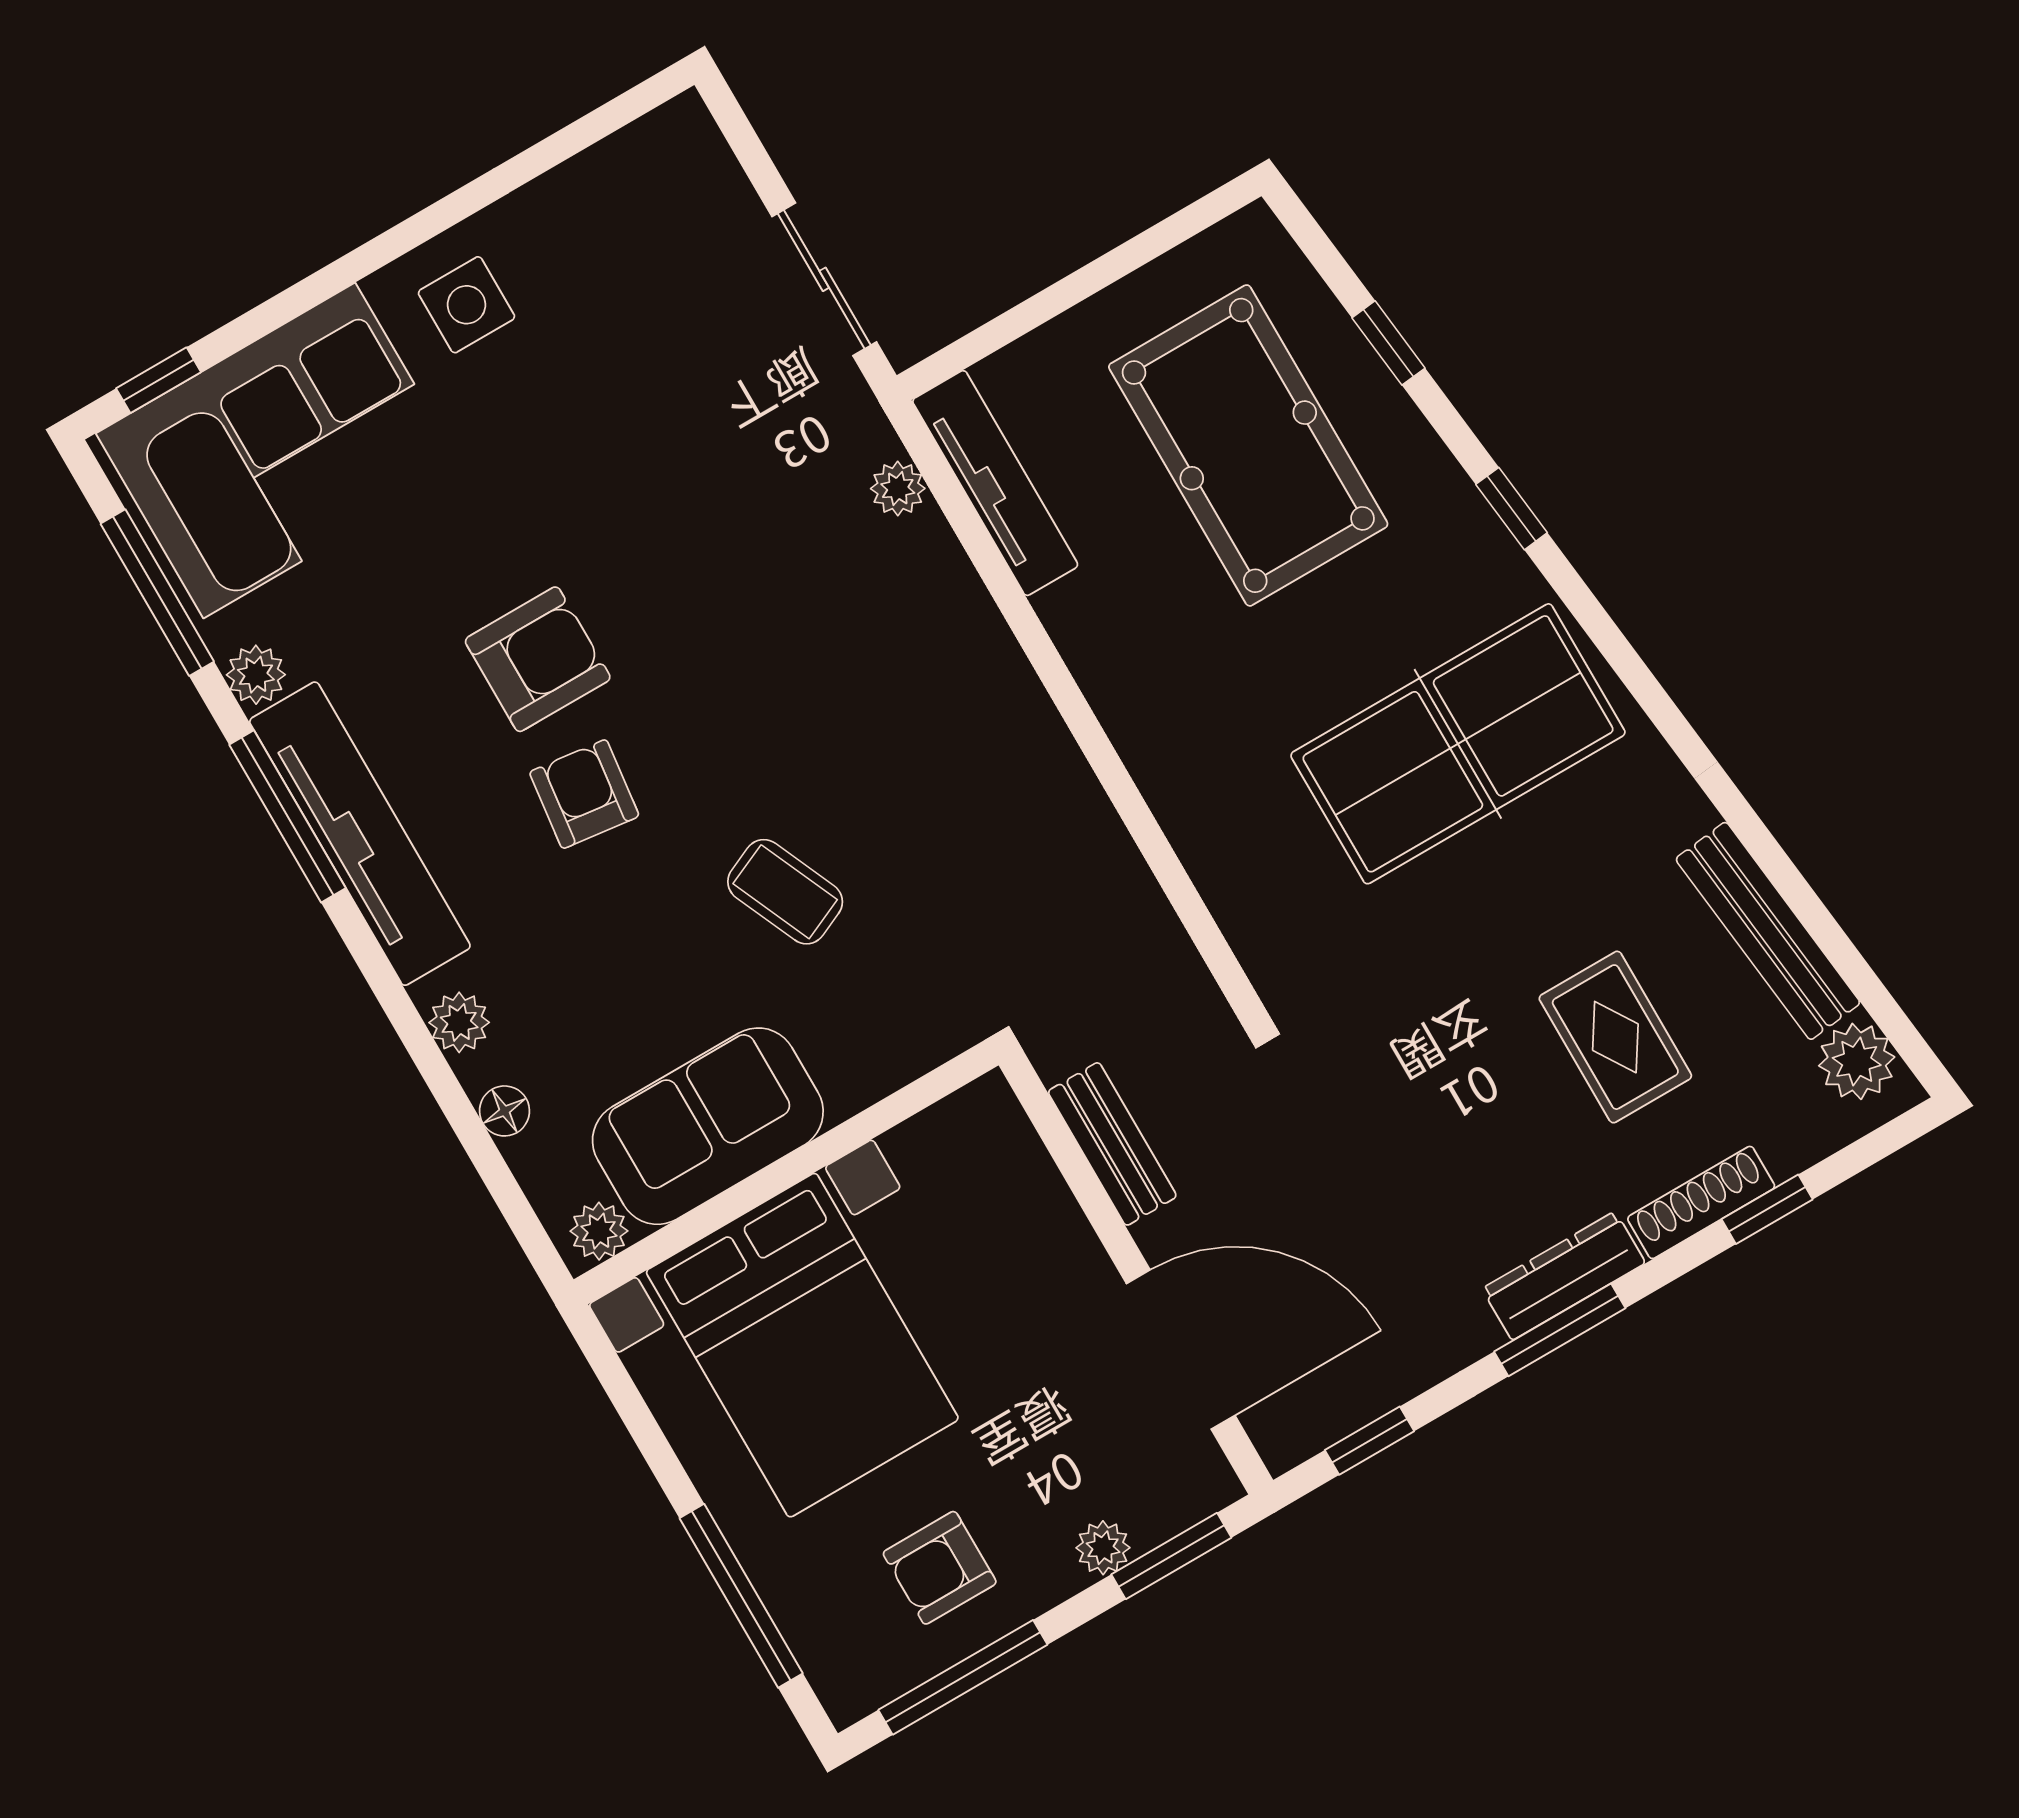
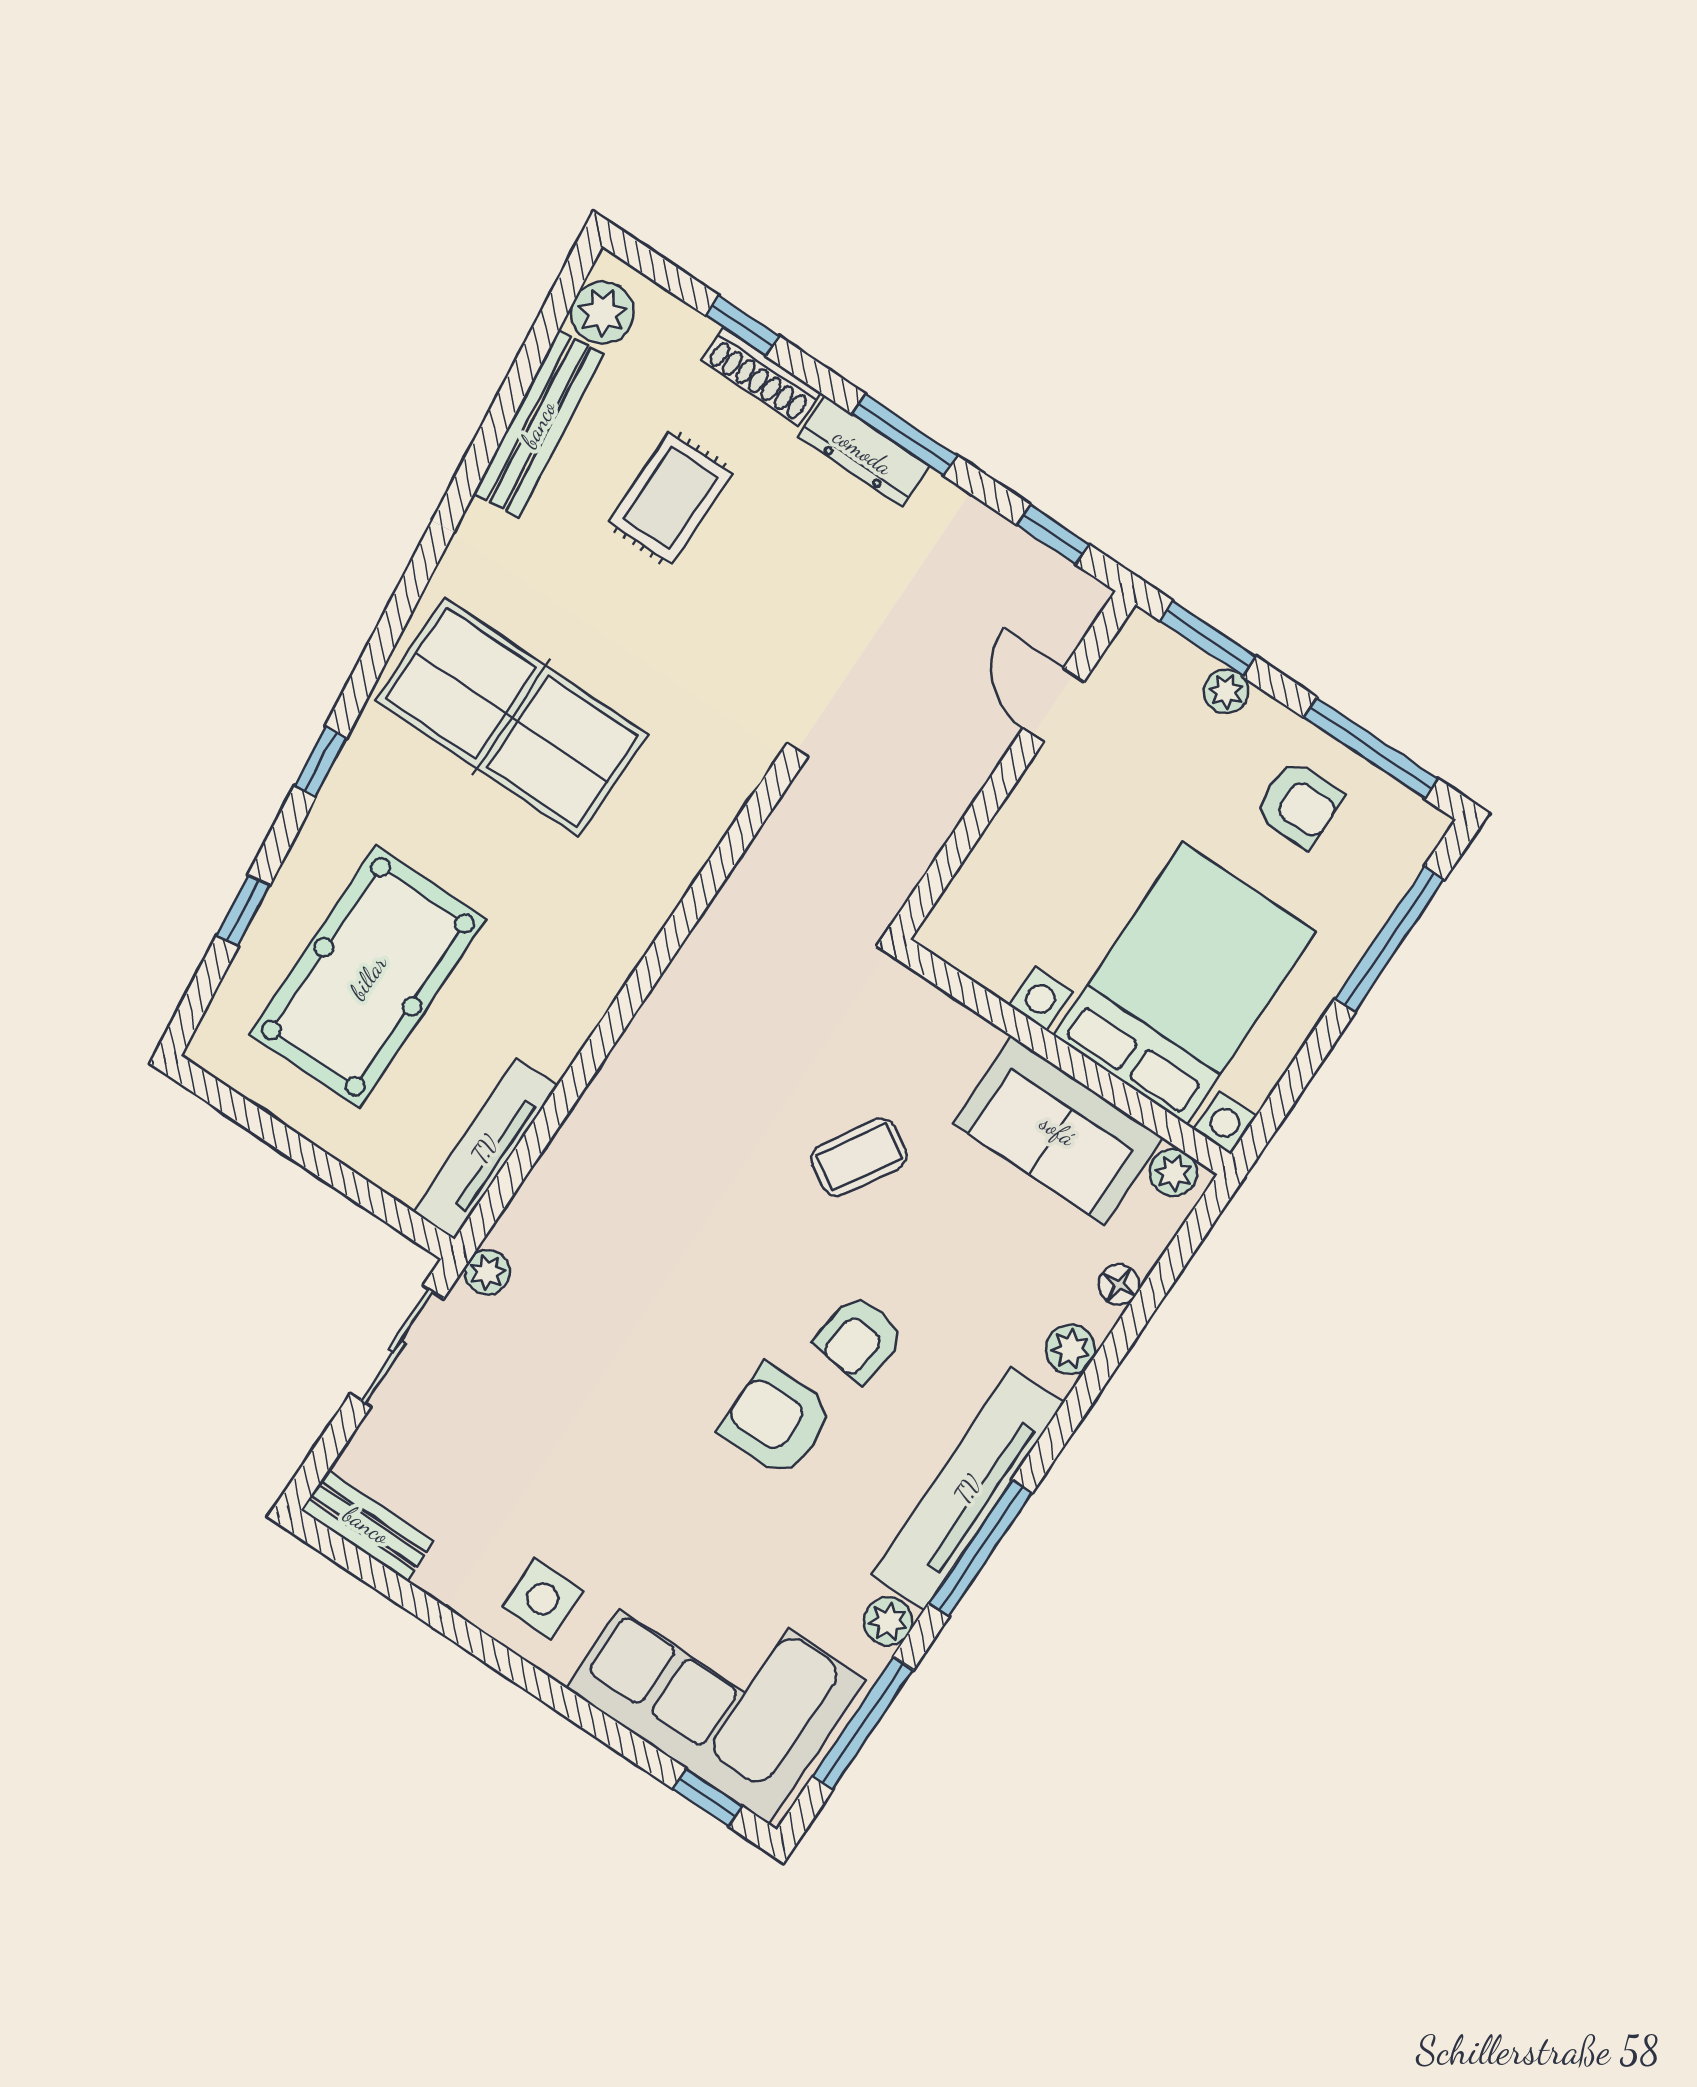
plant: (898, 489) -> (488, 1272), moved
coffee table: (785, 892) -> (859, 1157), turned 55
bench: (1112, 1144) -> (367, 1525), moved, turned 90
door: (1181, 1350) -> (1053, 705), width x0.53

